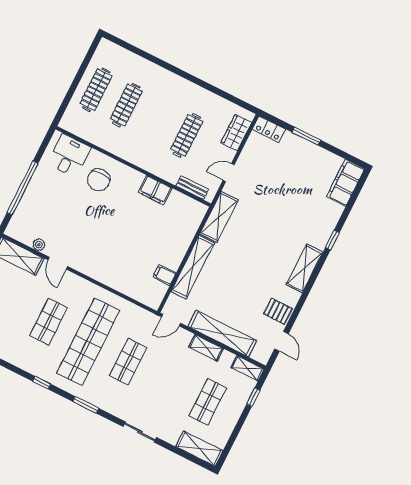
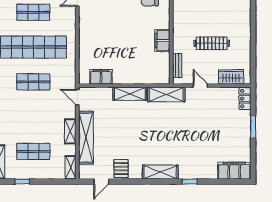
shelving: (193, 267) -> (130, 94), width x0.68
filing cabinet: (164, 275) -> (101, 77), width x2.00
window: (253, 397) -> (22, 182), moved

